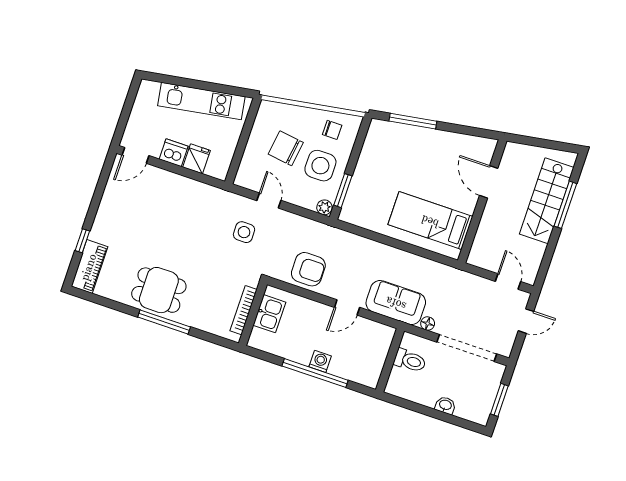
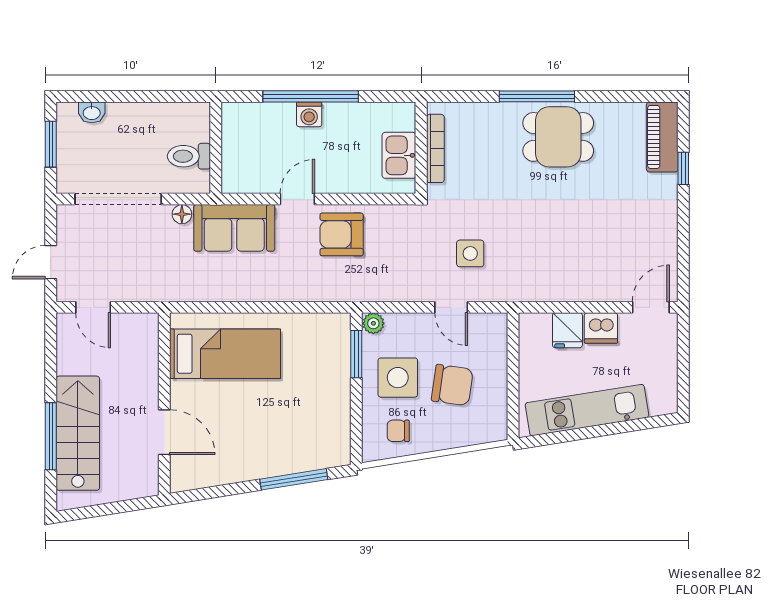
armchair: (308, 269) -> (342, 234), moved
washbasin: (445, 405) -> (92, 112), moved

